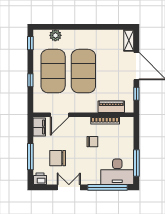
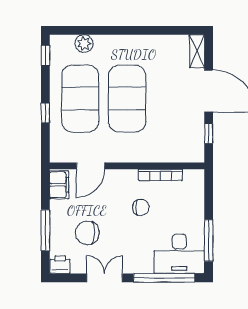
piano: (111, 107) -> (170, 153), removed

